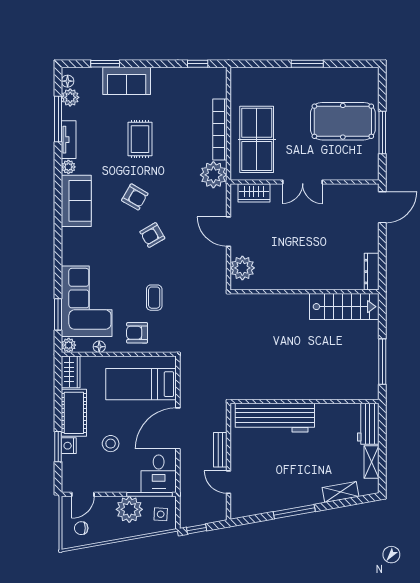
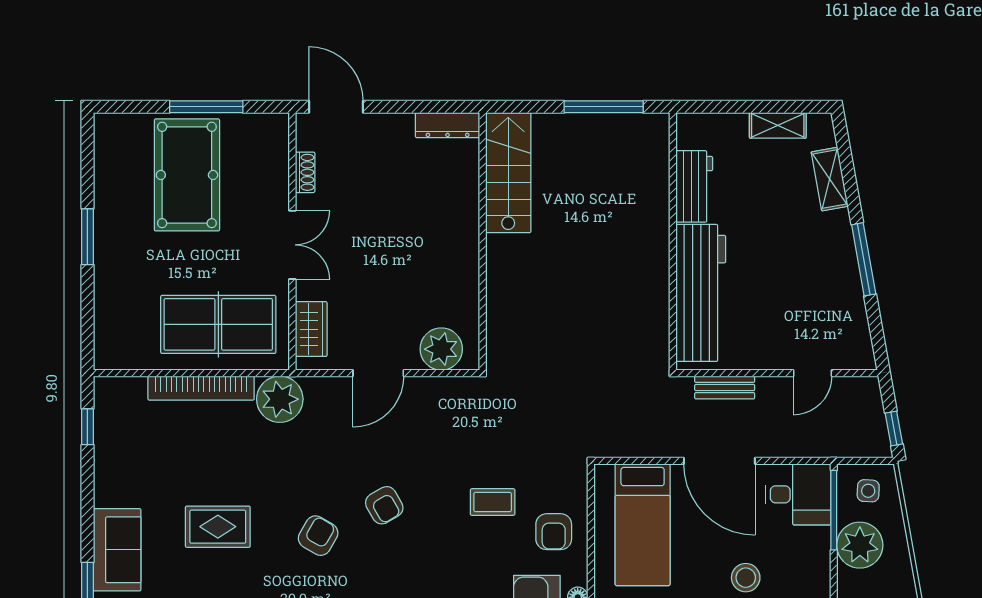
shoe rack: (344, 189) -> (305, 172), added
workbench: (368, 424) -> (694, 186), moved, turned -90
bench: (220, 450) -> (725, 387), moved

